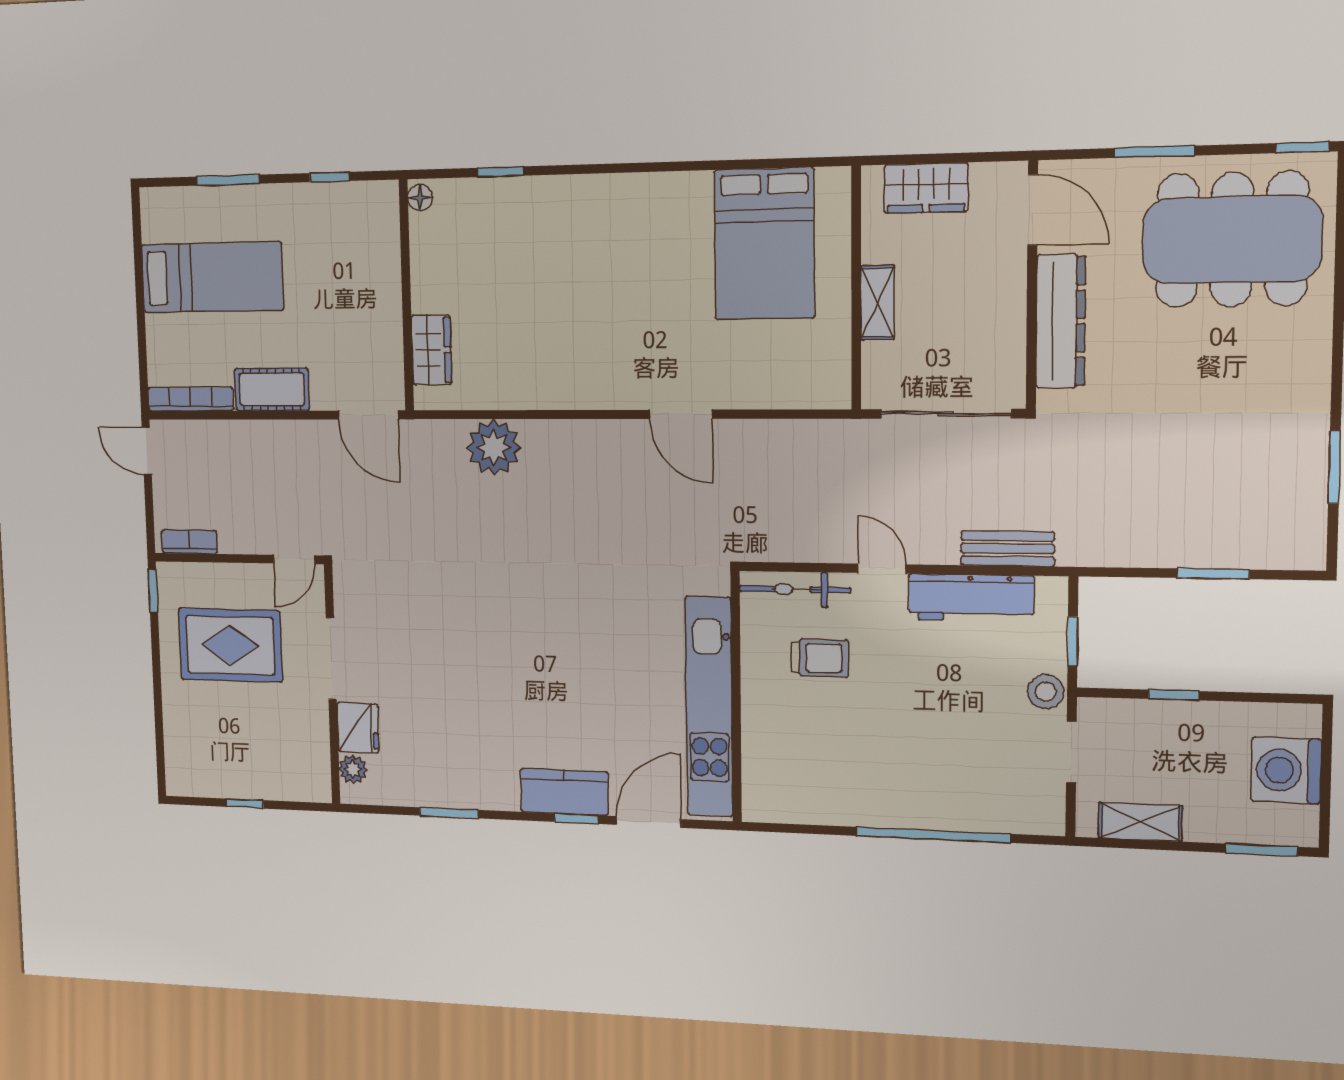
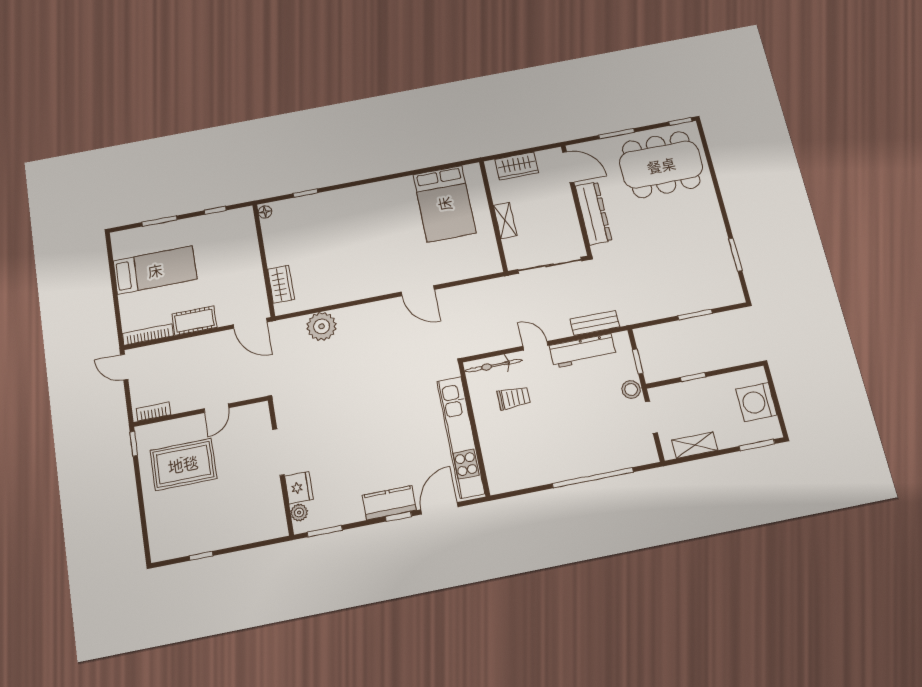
doorway: (331, 659) -> (278, 452), moved
wall: (332, 685) -> (281, 467), moved
fridge: (358, 728) -> (299, 488), moved
plant: (353, 769) -> (299, 513), moved

